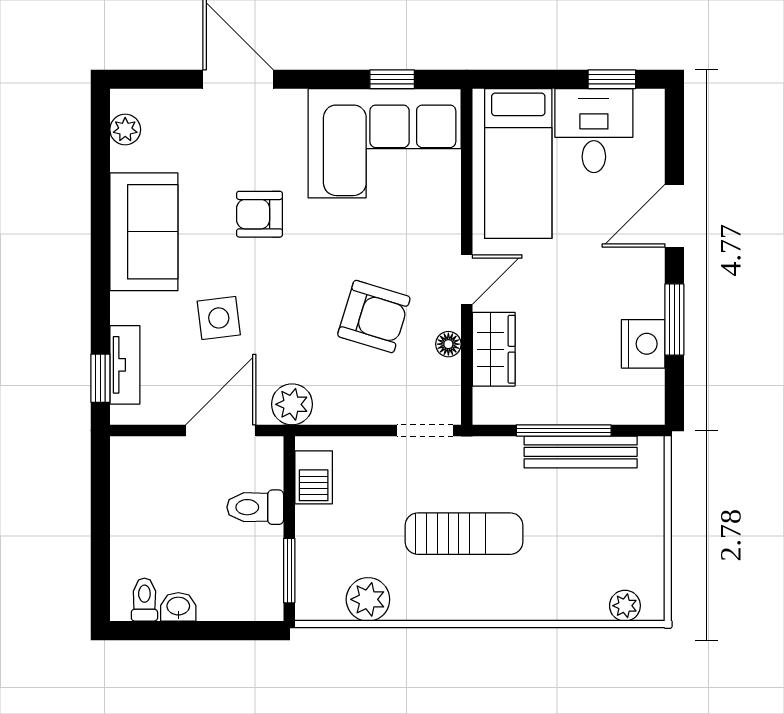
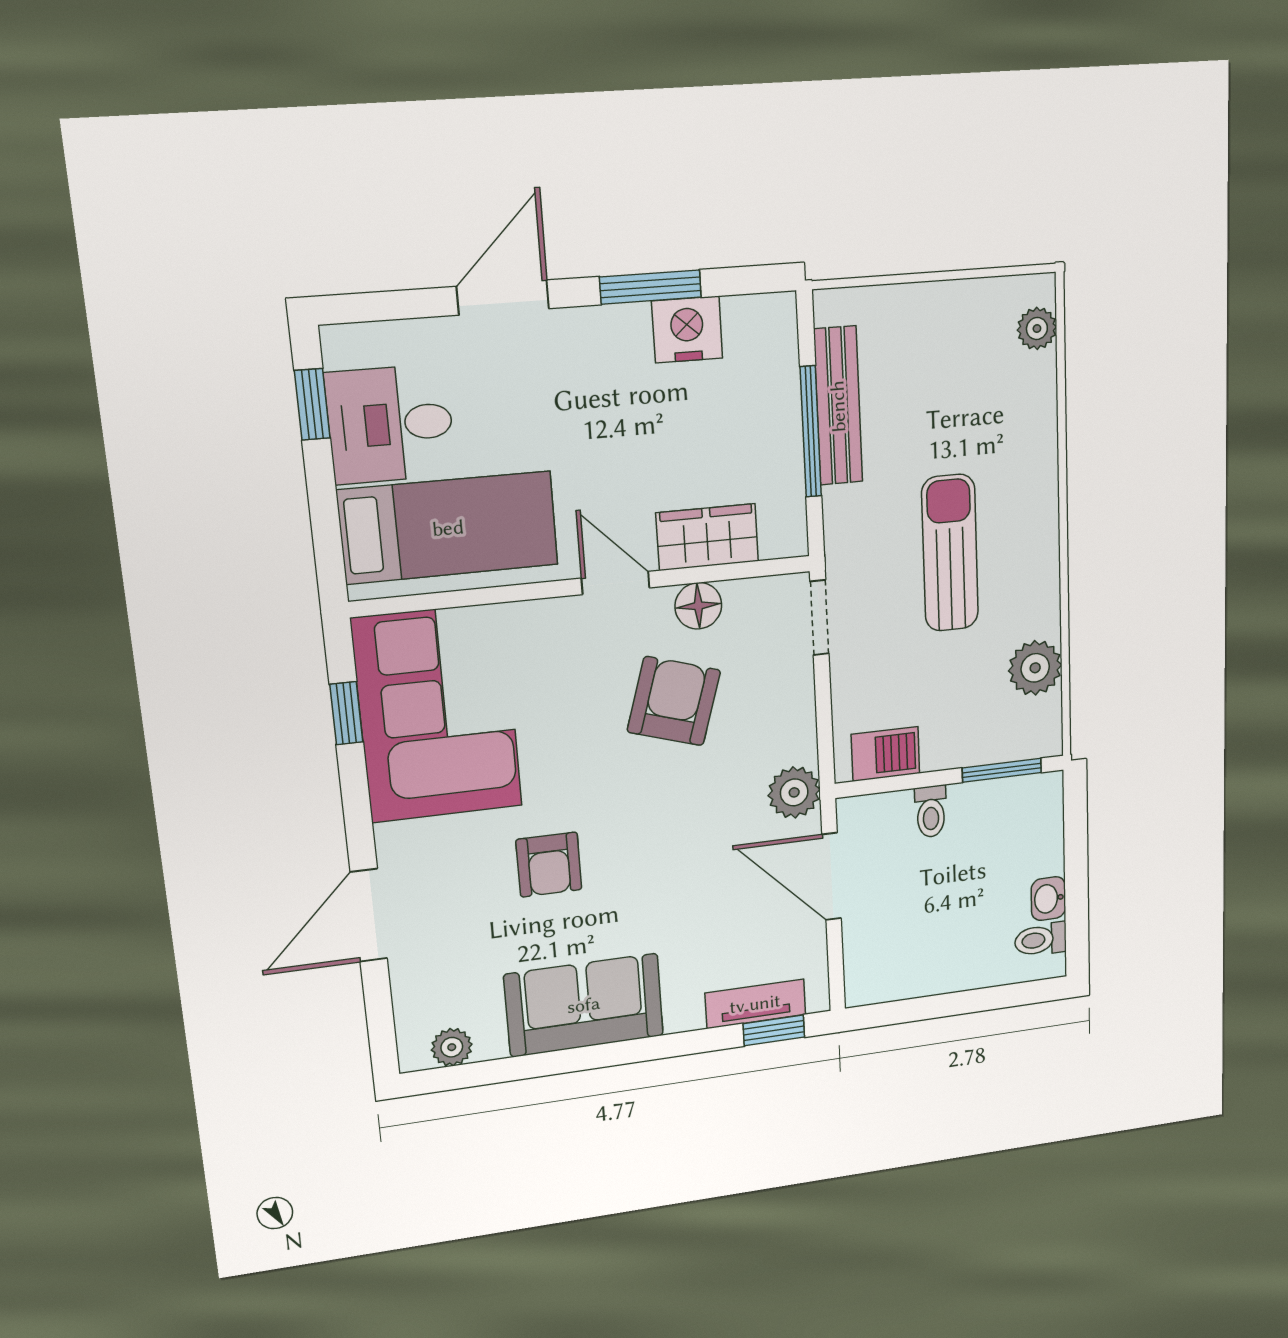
door: (674, 216) -> (503, 298), swing flipped
side table: (219, 318) -> (689, 898), removed
floor lamp: (448, 344) -> (698, 606), width x1.37, depth x1.37
toilet: (255, 507) -> (931, 811), width x0.73, depth x0.72

